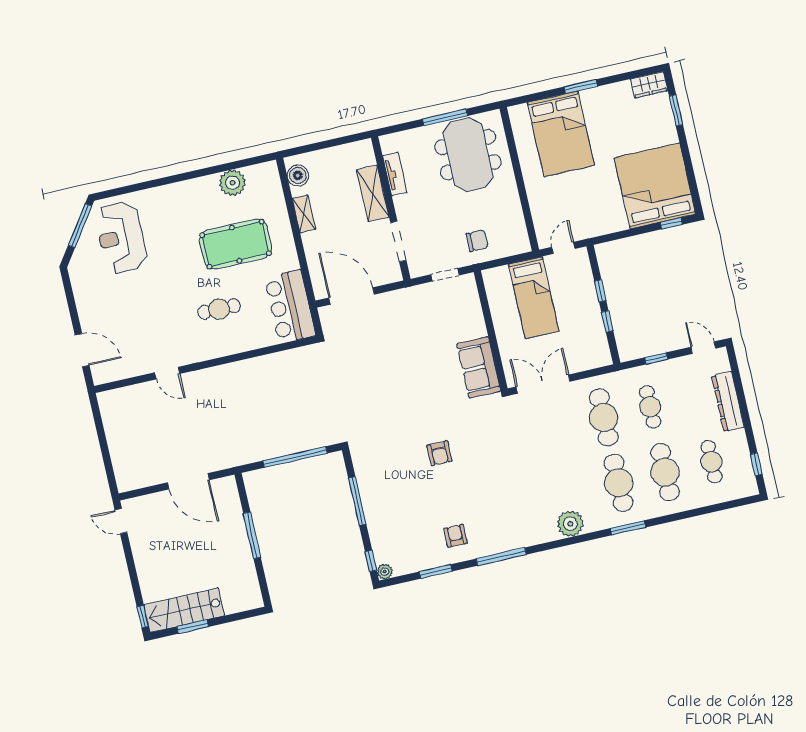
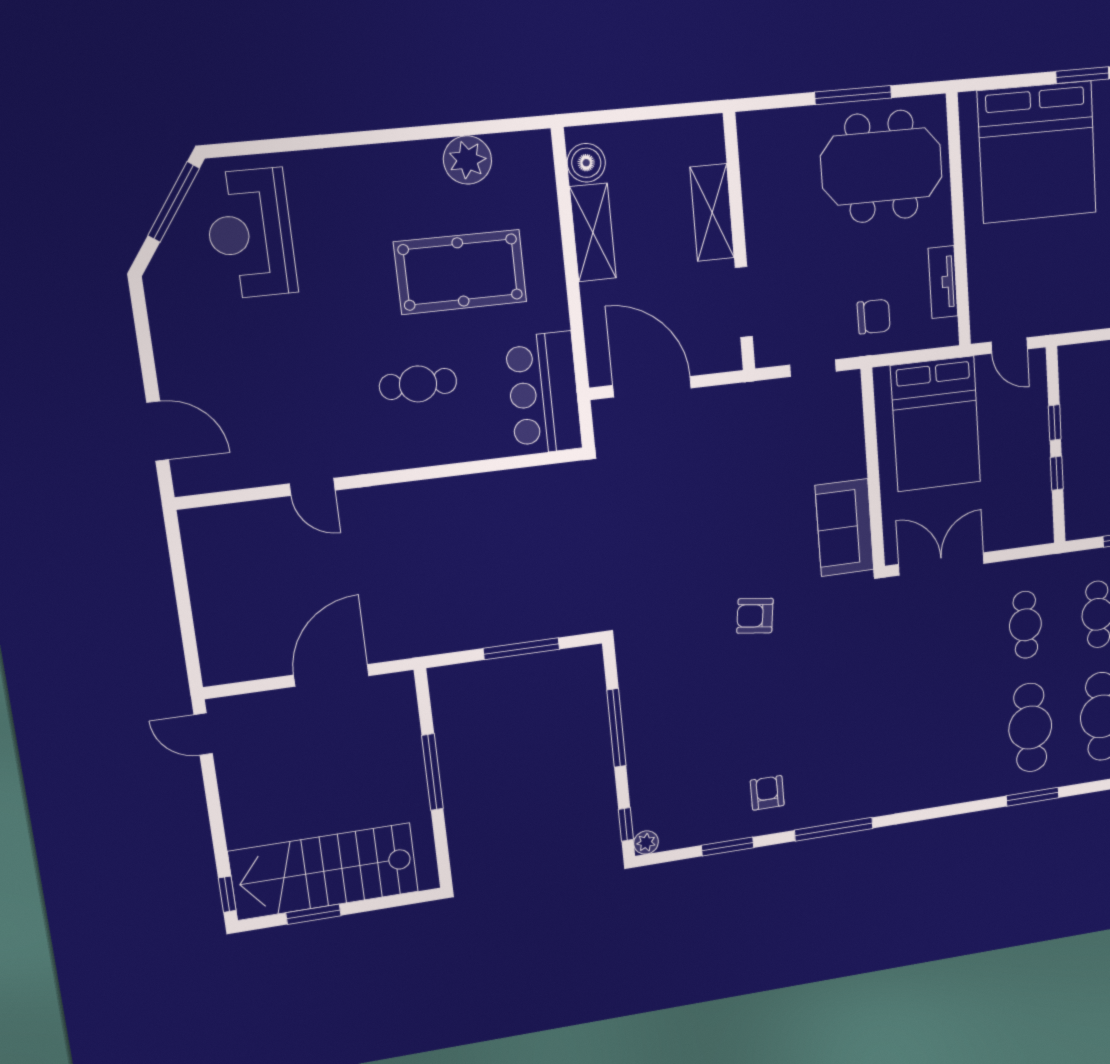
bed: (561, 134) -> (1037, 152), width x1.36
meeting table: (468, 155) -> (881, 166), turned 90
tv unit: (395, 174) -> (943, 282), moved, turned 180
shelving: (304, 214) -> (593, 233), width x1.50, depth x1.33
door: (563, 248) -> (1009, 345), swing flipped
bed: (534, 298) -> (936, 424), width x1.50
cafe table: (604, 417) -> (1025, 625), width x0.73, depth x0.74
armchair: (439, 453) -> (755, 616), moved, turned 97
window: (295, 457) -> (521, 649), width x0.68
door: (188, 481) -> (331, 675), swing flipped
plant: (570, 524) -> (947, 785), removed
stairs: (184, 610) -> (324, 871), width x1.36, depth x1.51

